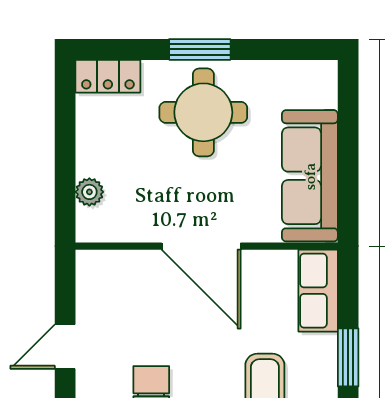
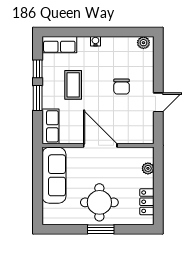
locker: (108, 76) -> (147, 202), moved, turned -90

